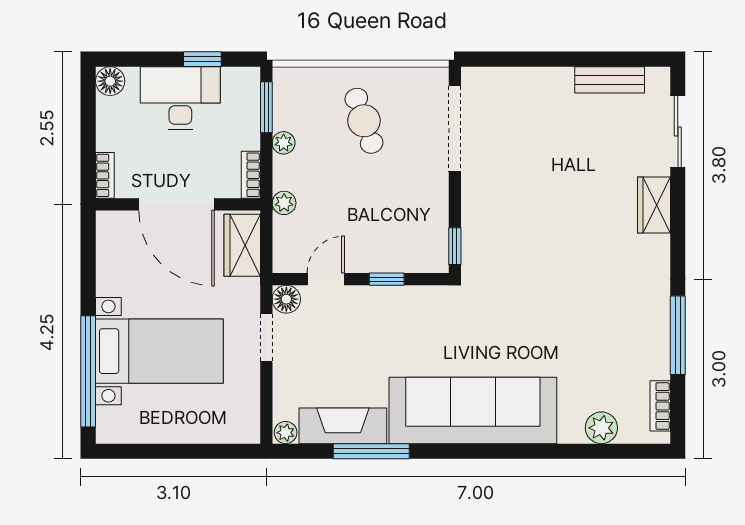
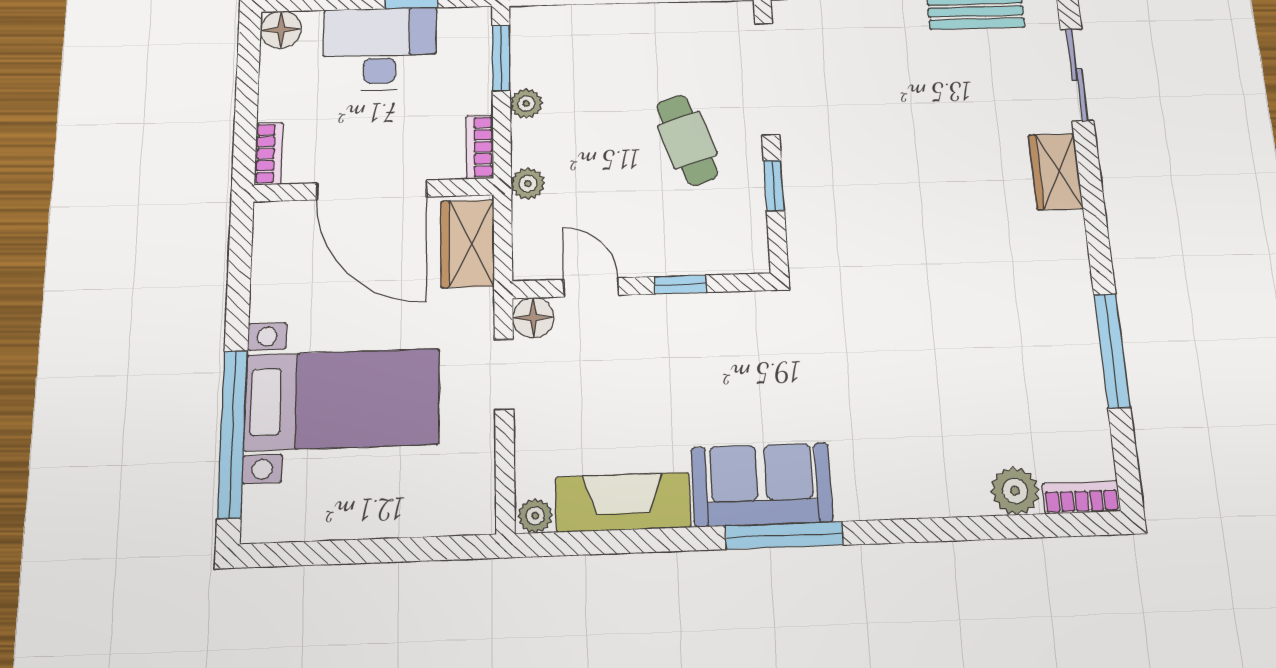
cafe table: (364, 121) -> (687, 140), moved
window: (455, 246) -> (774, 186), moved
door: (326, 279) -> (591, 287), hinge flipped
bookcase: (660, 406) -> (1081, 497), moved, turned 90
sofa: (473, 410) -> (762, 485), width x0.54, depth x0.79
window: (371, 451) -> (784, 535), moved

